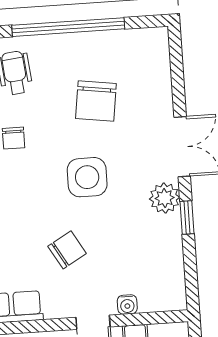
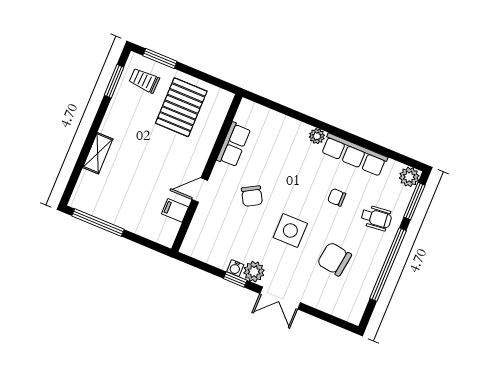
water cooler: (127, 304) -> (235, 268), moved, turned -90

